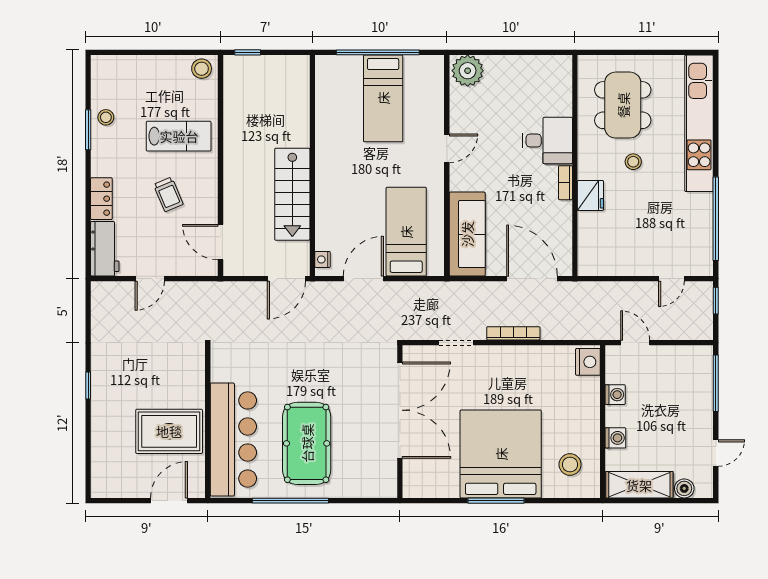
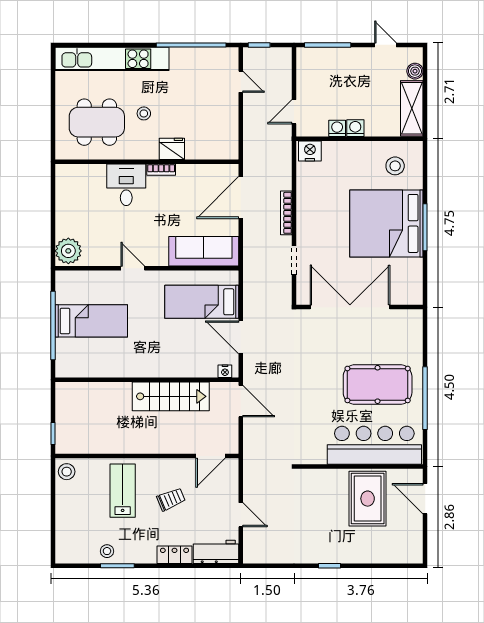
washing machine: (615, 438) -> (355, 128), moved

